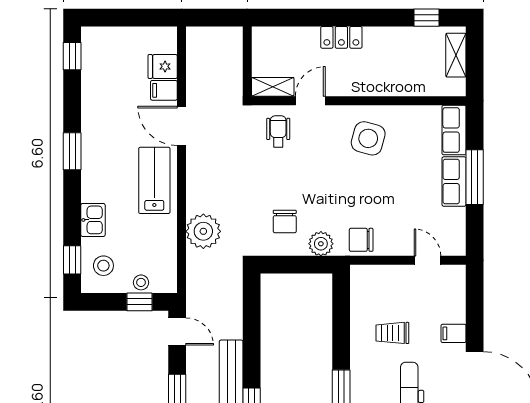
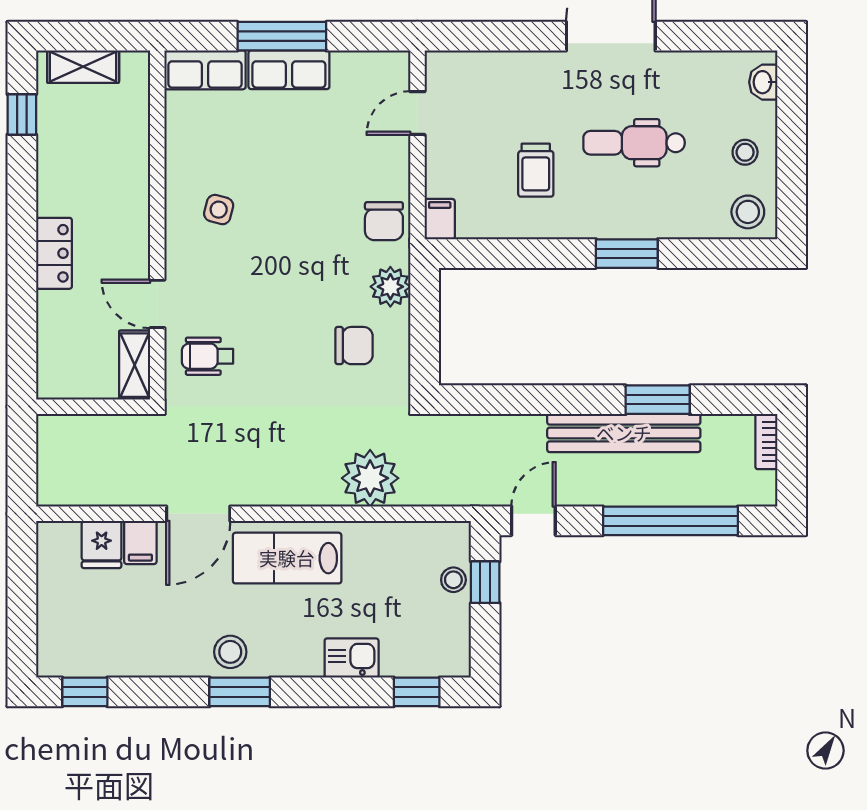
side table: (368, 138) -> (219, 210), width x0.54, depth x0.54
stool: (103, 266) -> (230, 652), moved
filing cabinet: (453, 333) -> (440, 219), moved, turned 180

